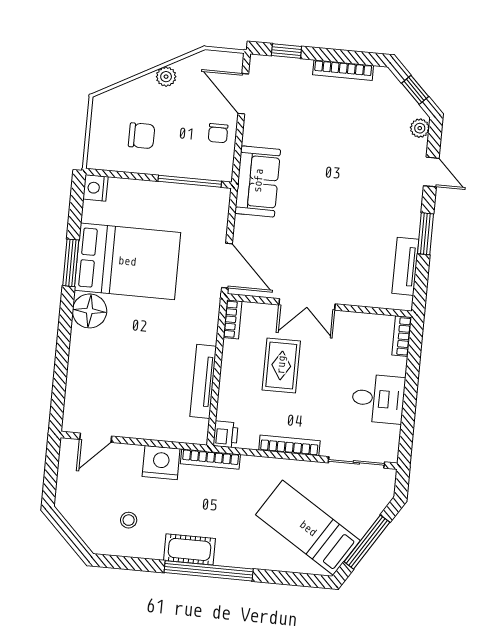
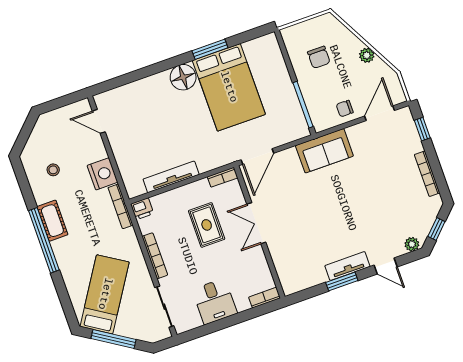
door: (431, 172) -> (386, 266), hinge flipped
nightstand: (95, 188) -> (269, 42), removed
tv unit: (405, 266) -> (347, 266), moved
rug: (281, 365) -> (207, 225), turned 90

